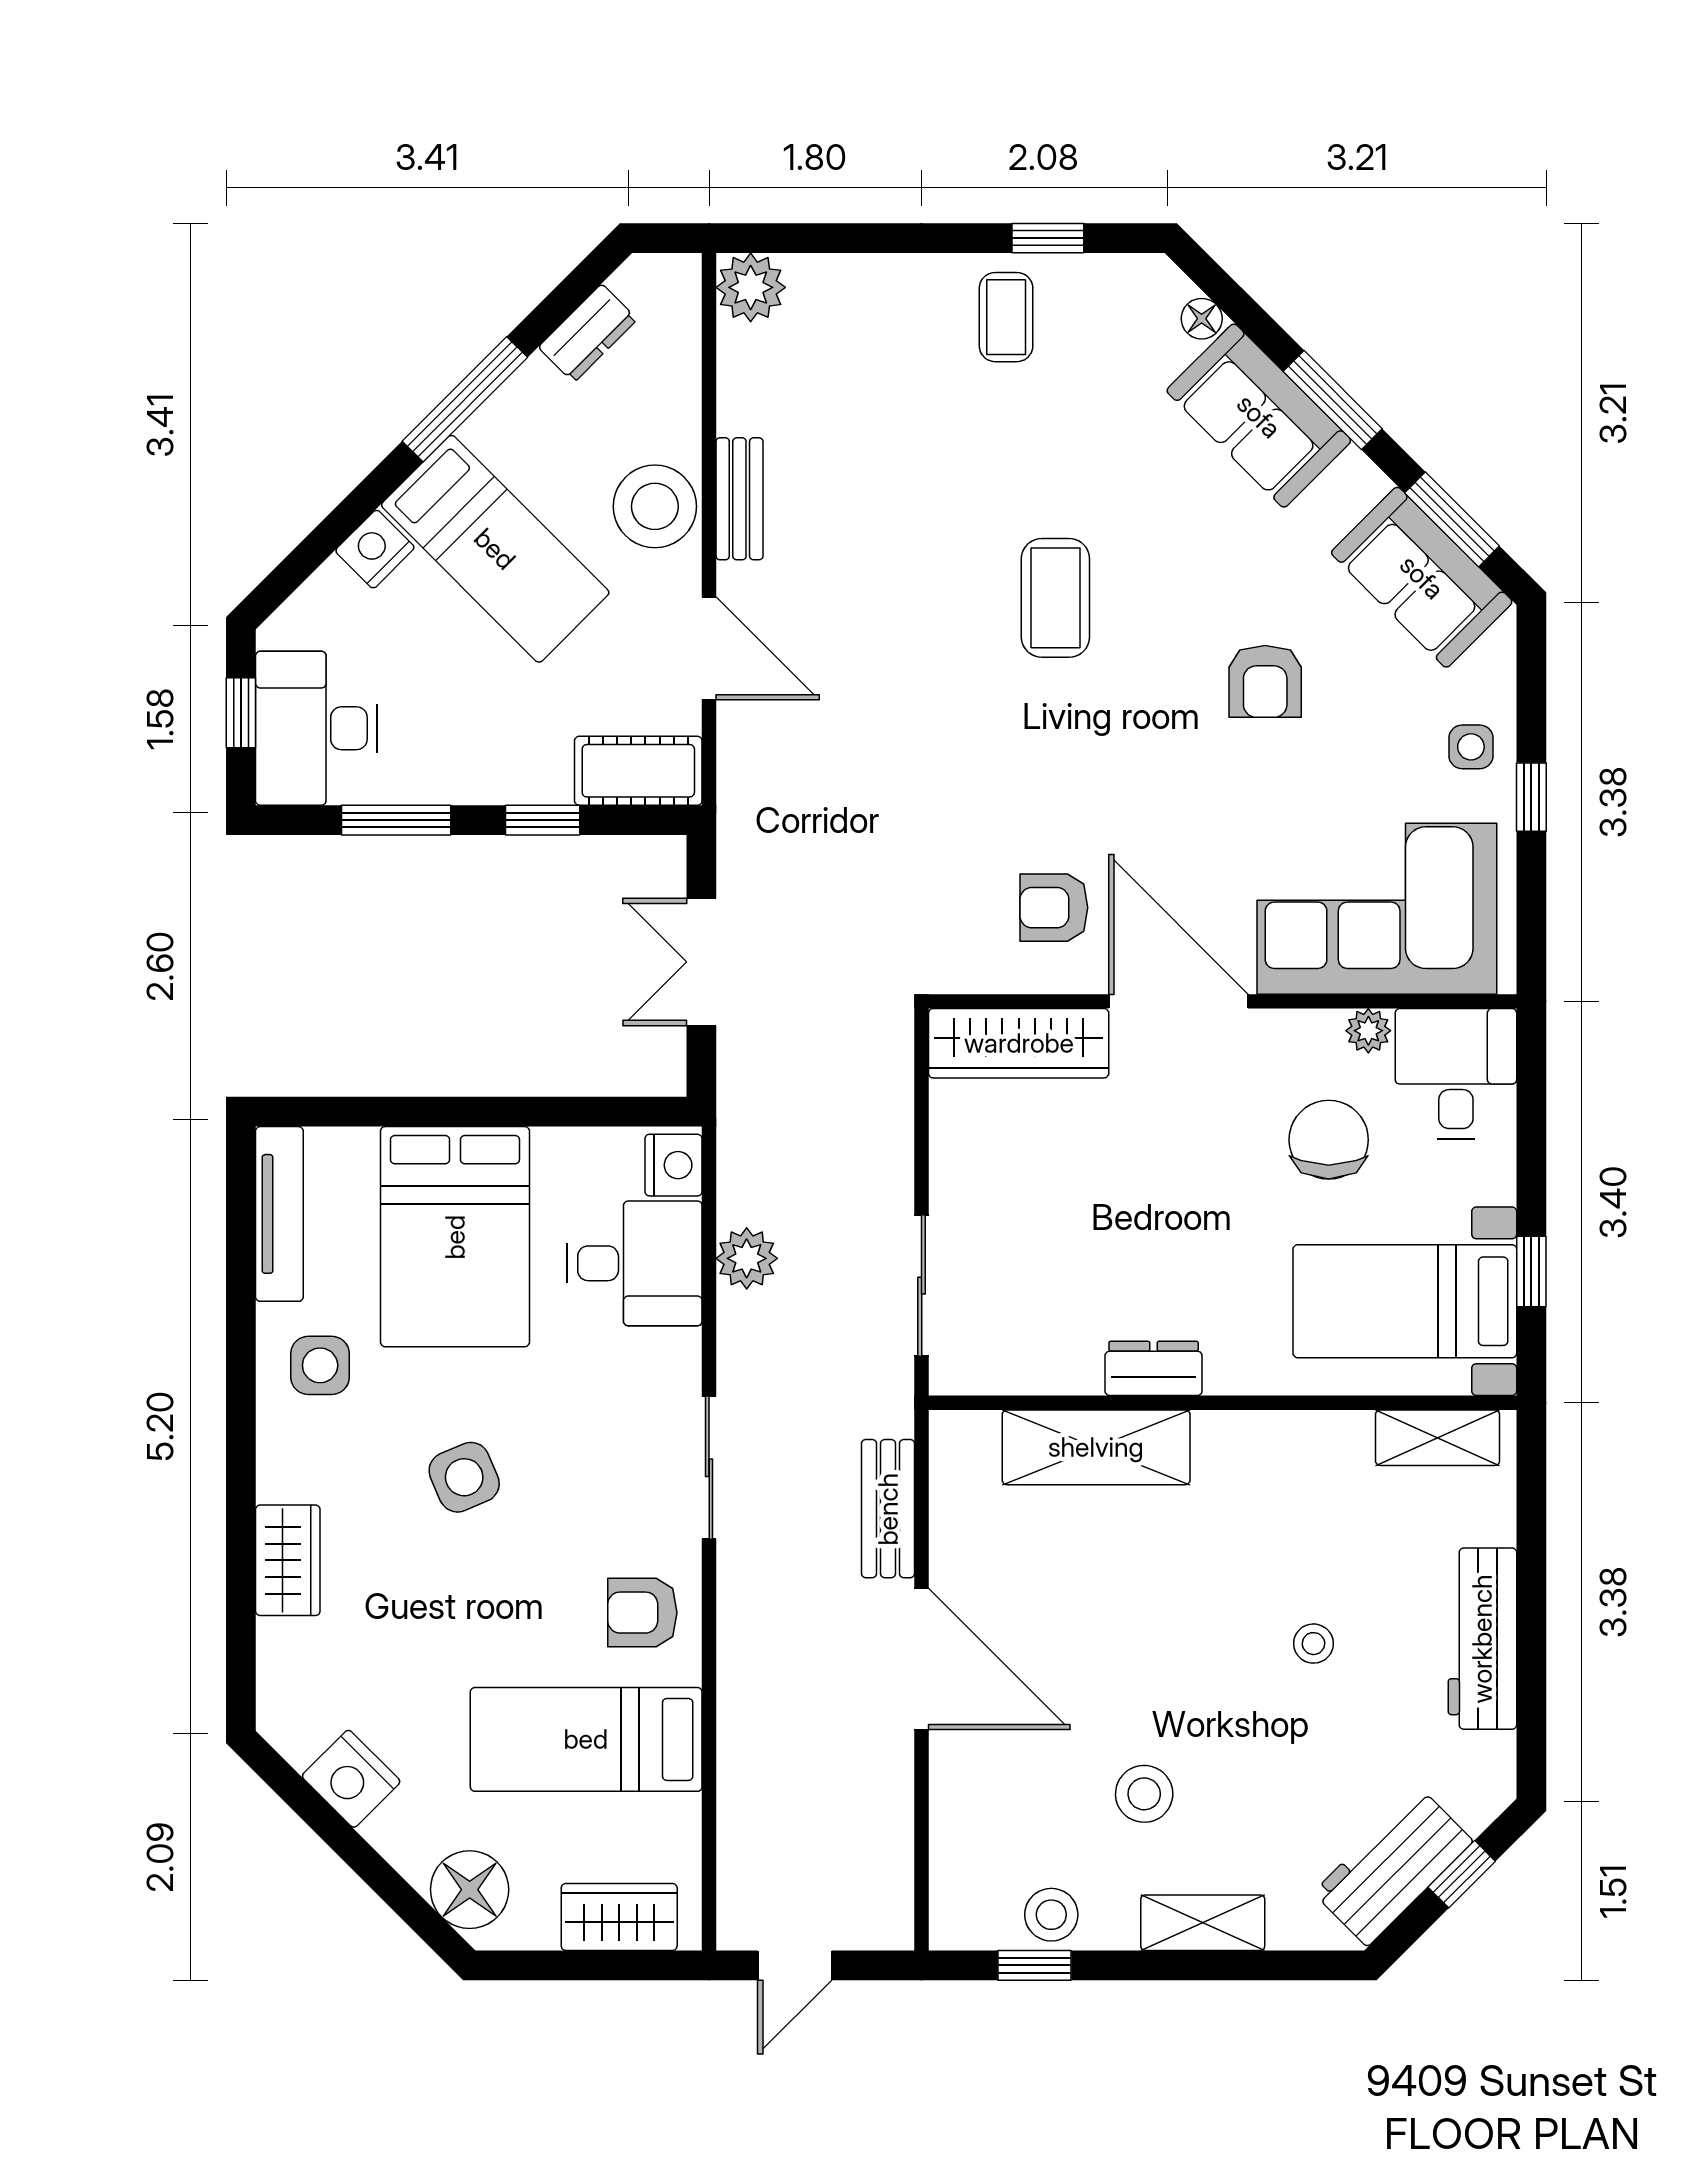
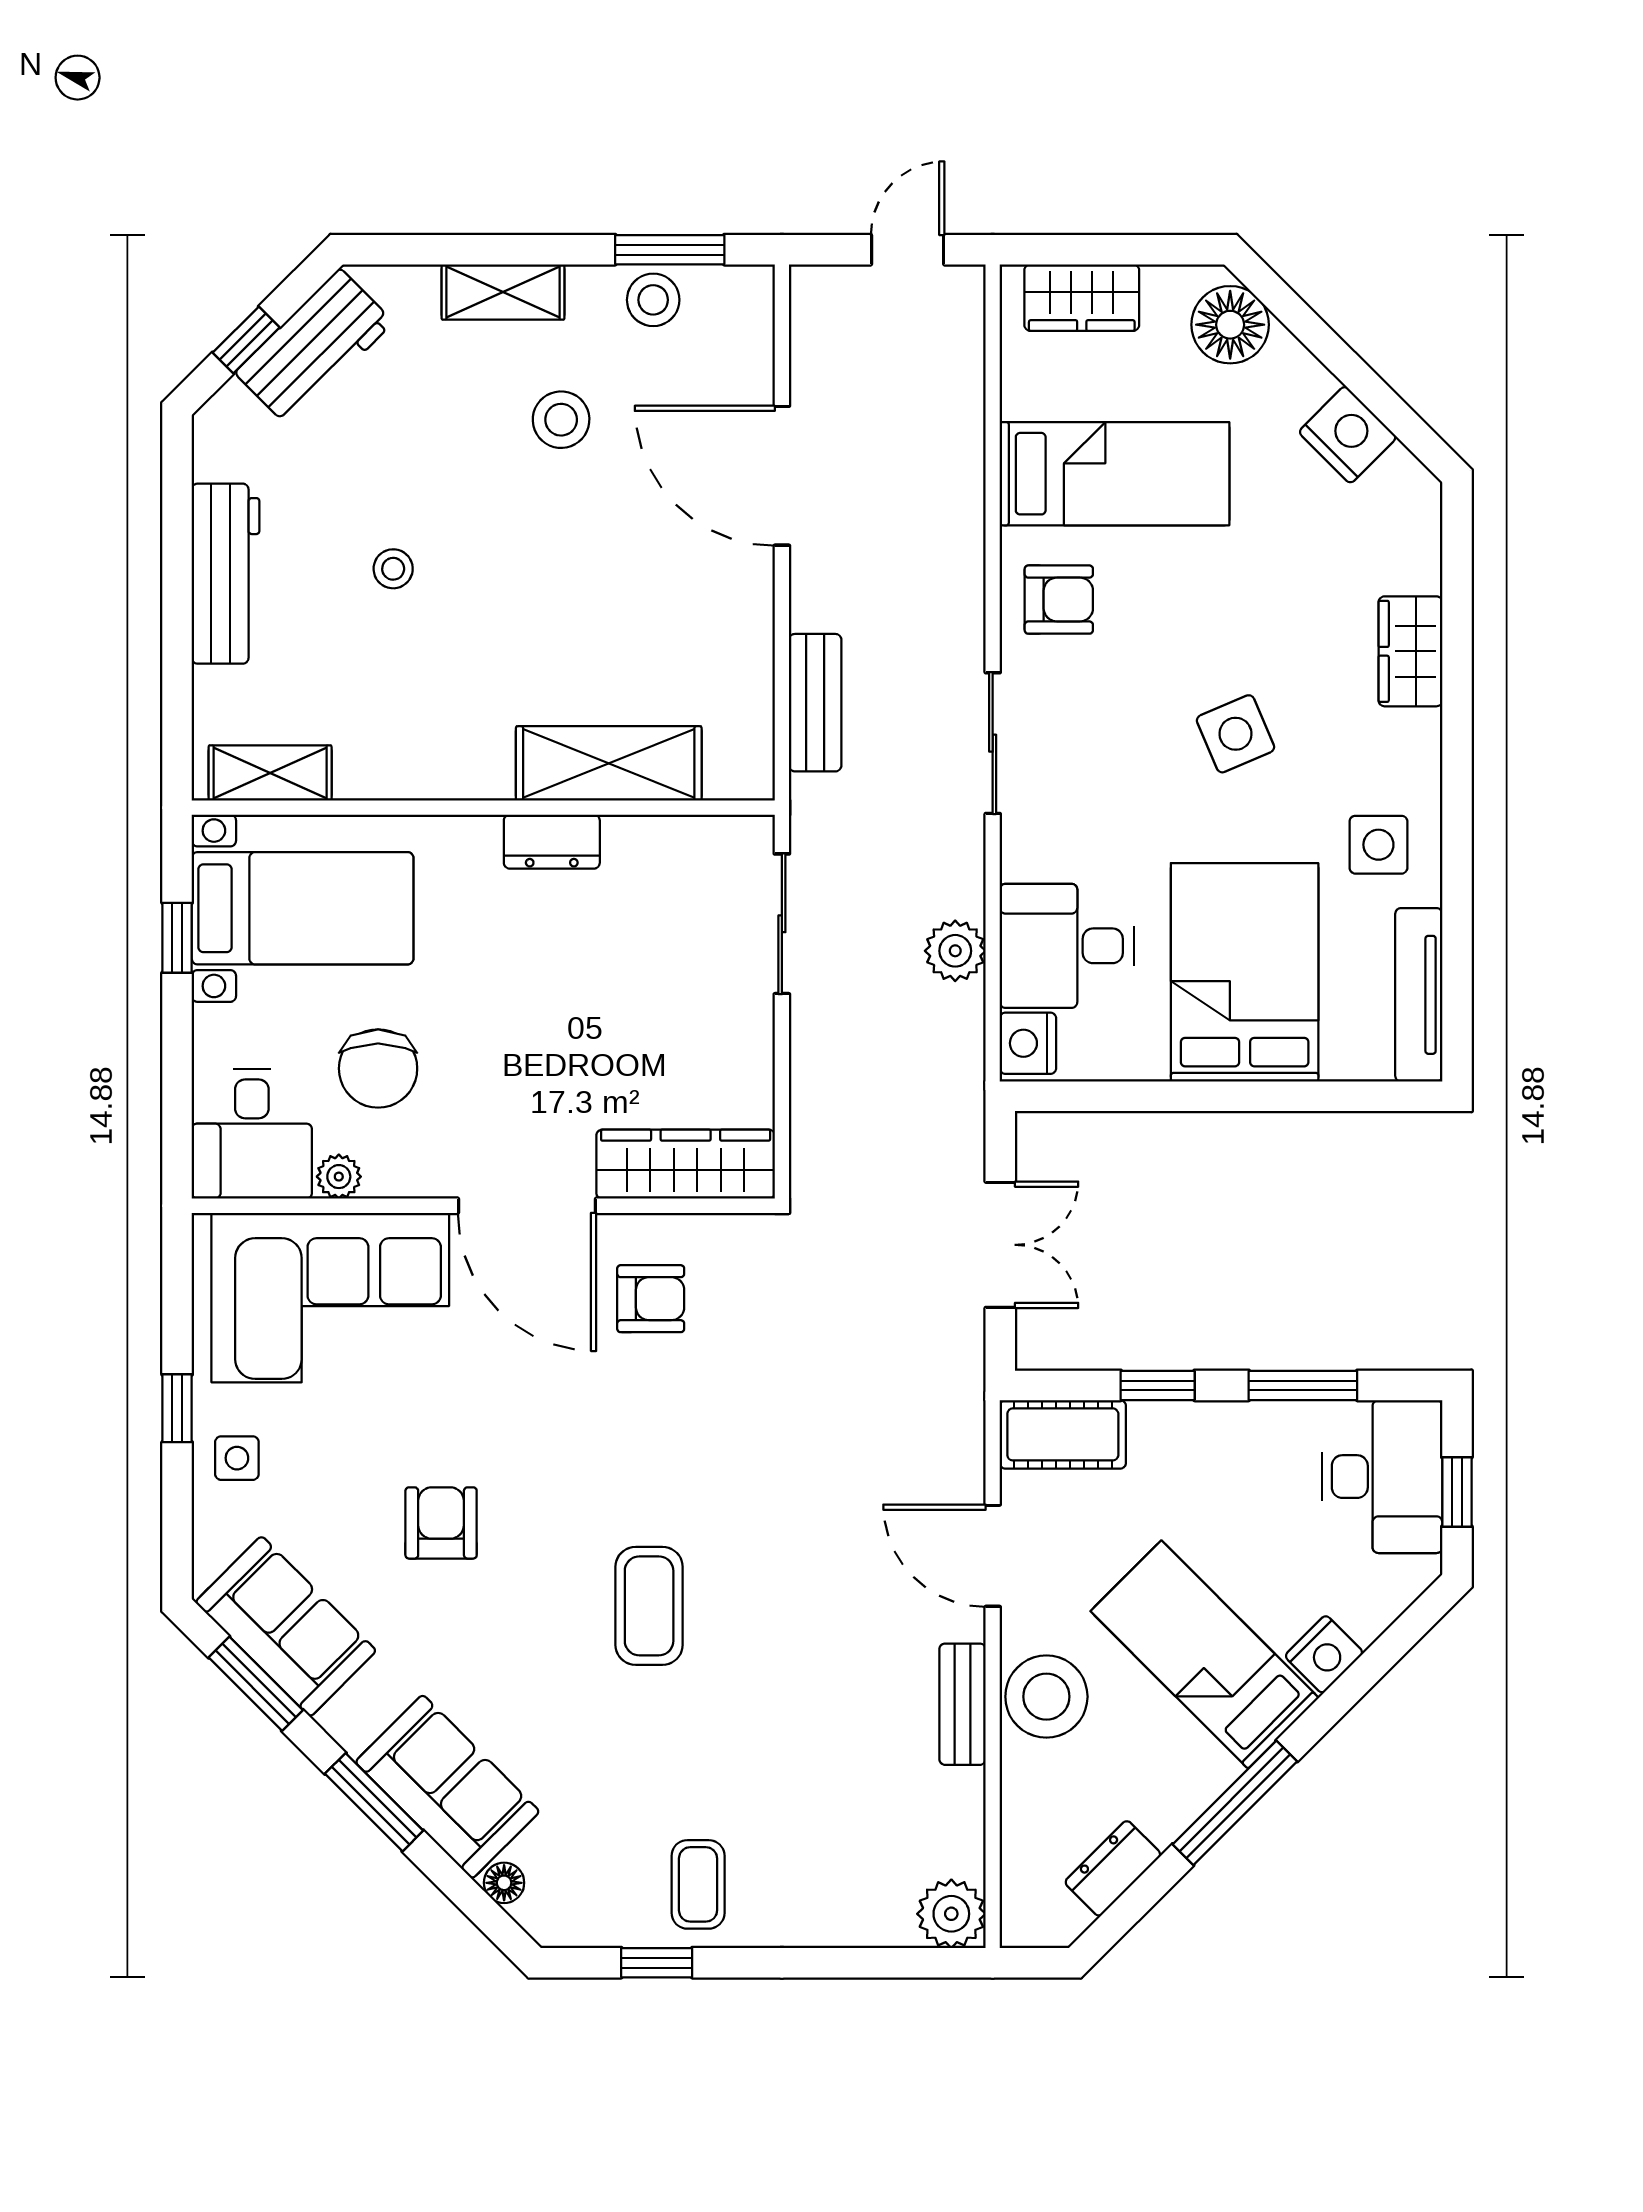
door: (922, 1659) -> (782, 476), moved
window: (1035, 1965) -> (670, 250), width x1.50

